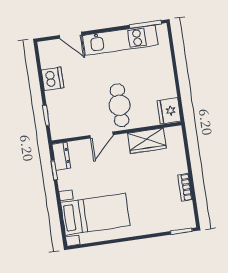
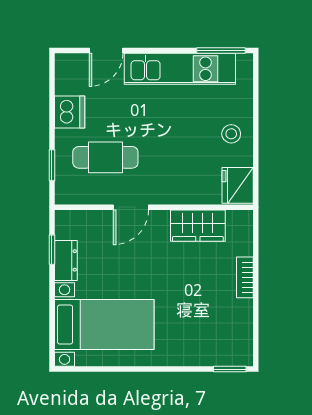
door: (70, 35) -> (106, 50), hinge flipped
stool: (160, 78) -> (231, 134), added
cafe table: (119, 105) -> (105, 157), moved, turned 90
dresser: (61, 156) -> (66, 260), moved
bookcase: (185, 187) -> (245, 277), moved

